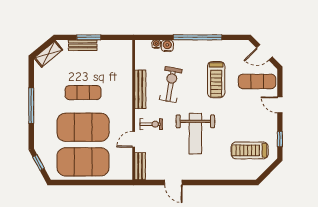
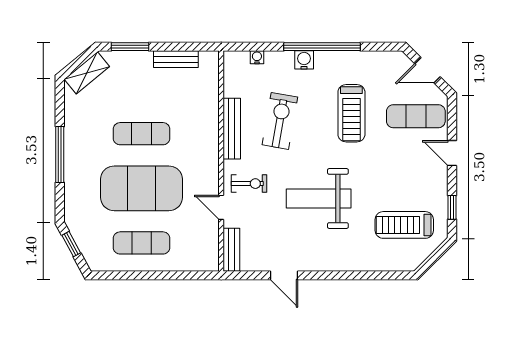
window: (89, 37) -> (130, 47), moved
bench: (83, 45) -> (176, 59), moved
water cooler: (167, 46) -> (304, 60), moved
weight bench: (195, 134) -> (319, 198), turned 90
door: (134, 139) -> (221, 207), hinge flipped
exercise mat: (83, 162) -> (142, 243), width x0.50, depth x0.69

